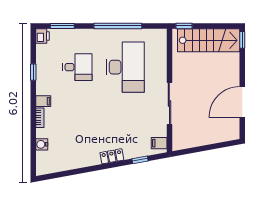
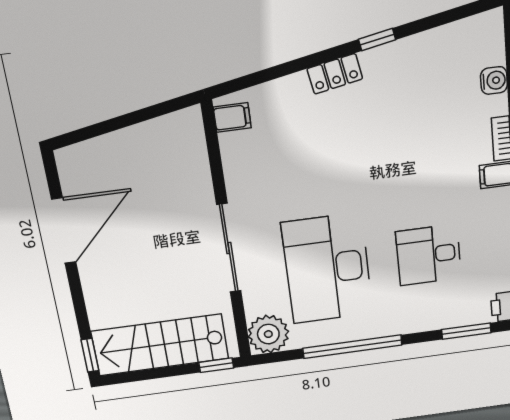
plant: (157, 38) -> (268, 334), added
sliding door: (169, 103) -> (229, 248), moved
window: (140, 160) -> (377, 39), moved

